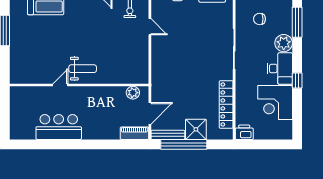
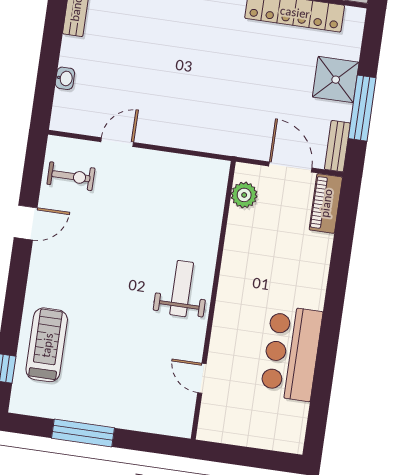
door: (60, 85) -> (202, 378), moved
bench: (168, 135) -> (337, 146), width x0.73
window: (184, 144) -> (362, 108), width x0.68

